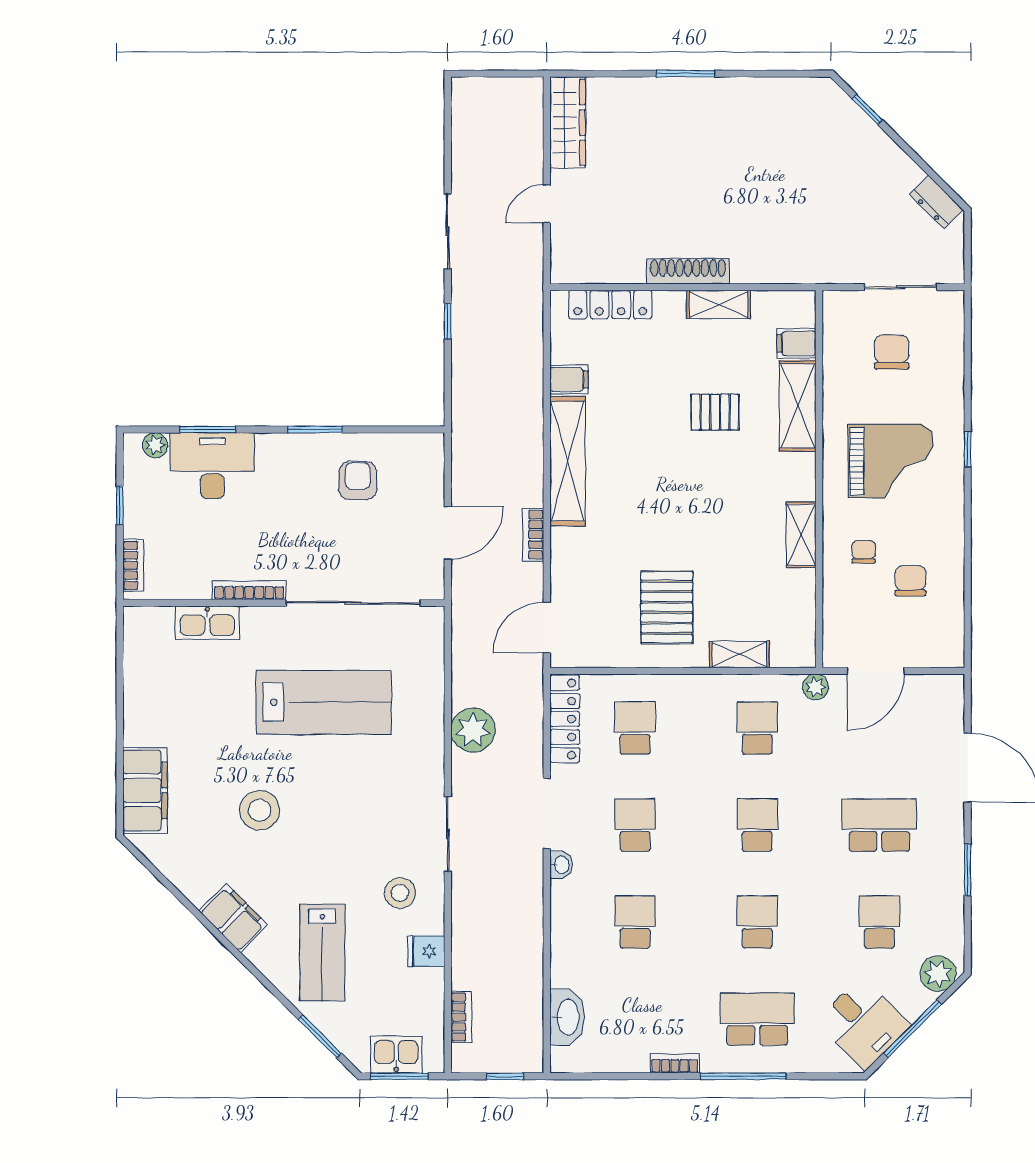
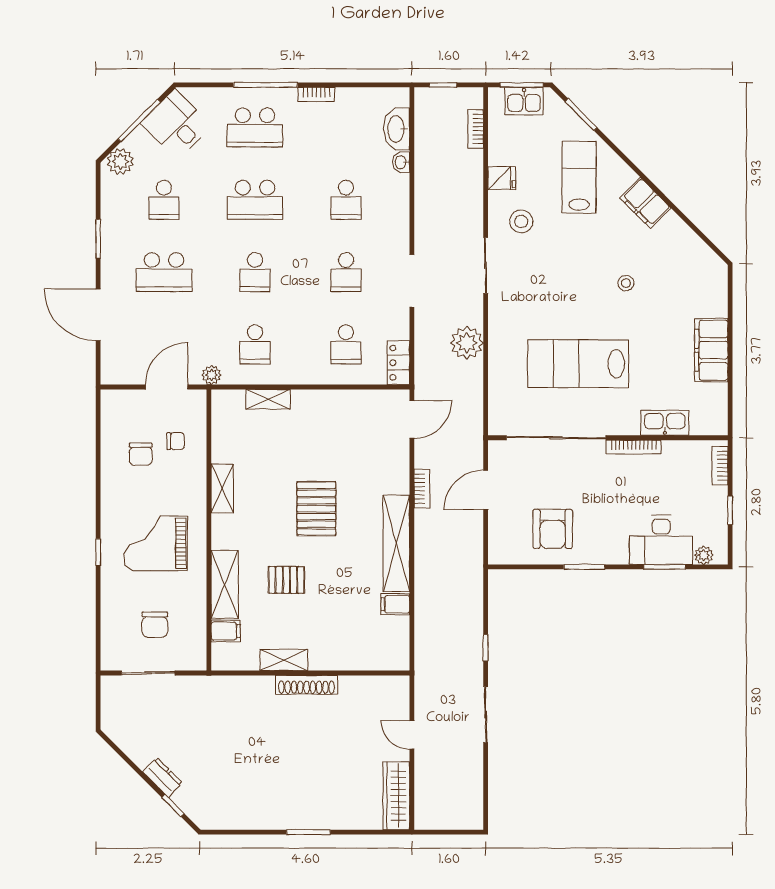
dresser: (936, 202) -> (163, 777), moved
door: (547, 204) -> (412, 735), swing flipped
locker: (610, 305) -> (365, 660), removed
armchair: (358, 481) -> (553, 529), width x1.38, depth x1.38
chair: (864, 552) -> (176, 441), moved, turned -90
pallet: (667, 607) -> (316, 509), moved
locker: (565, 719) -> (398, 363), width x0.66
filing cabinet: (145, 790) -> (711, 350), moved
stool: (260, 810) -> (626, 283), width x0.53, depth x0.53
washbasin: (561, 865) -> (401, 162), moved
school desk: (757, 922) -> (255, 200), width x1.85

